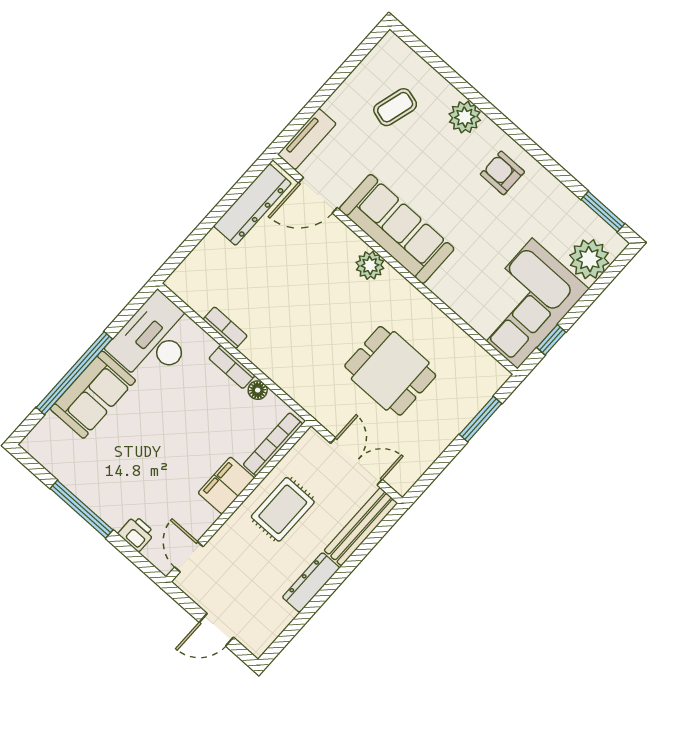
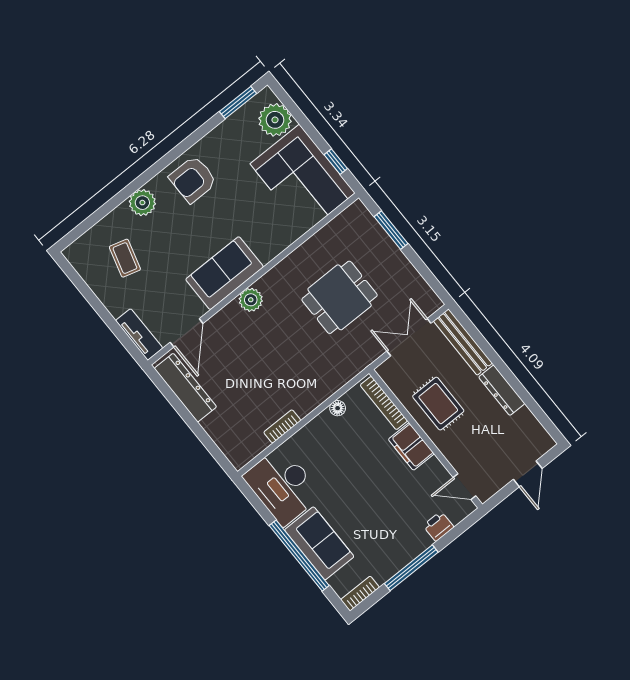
armchair: (502, 173) -> (193, 179), width x1.38, depth x1.38
sofa: (397, 229) -> (225, 273), width x0.73
bookcase: (232, 367) -> (360, 593), moved, turned 180

